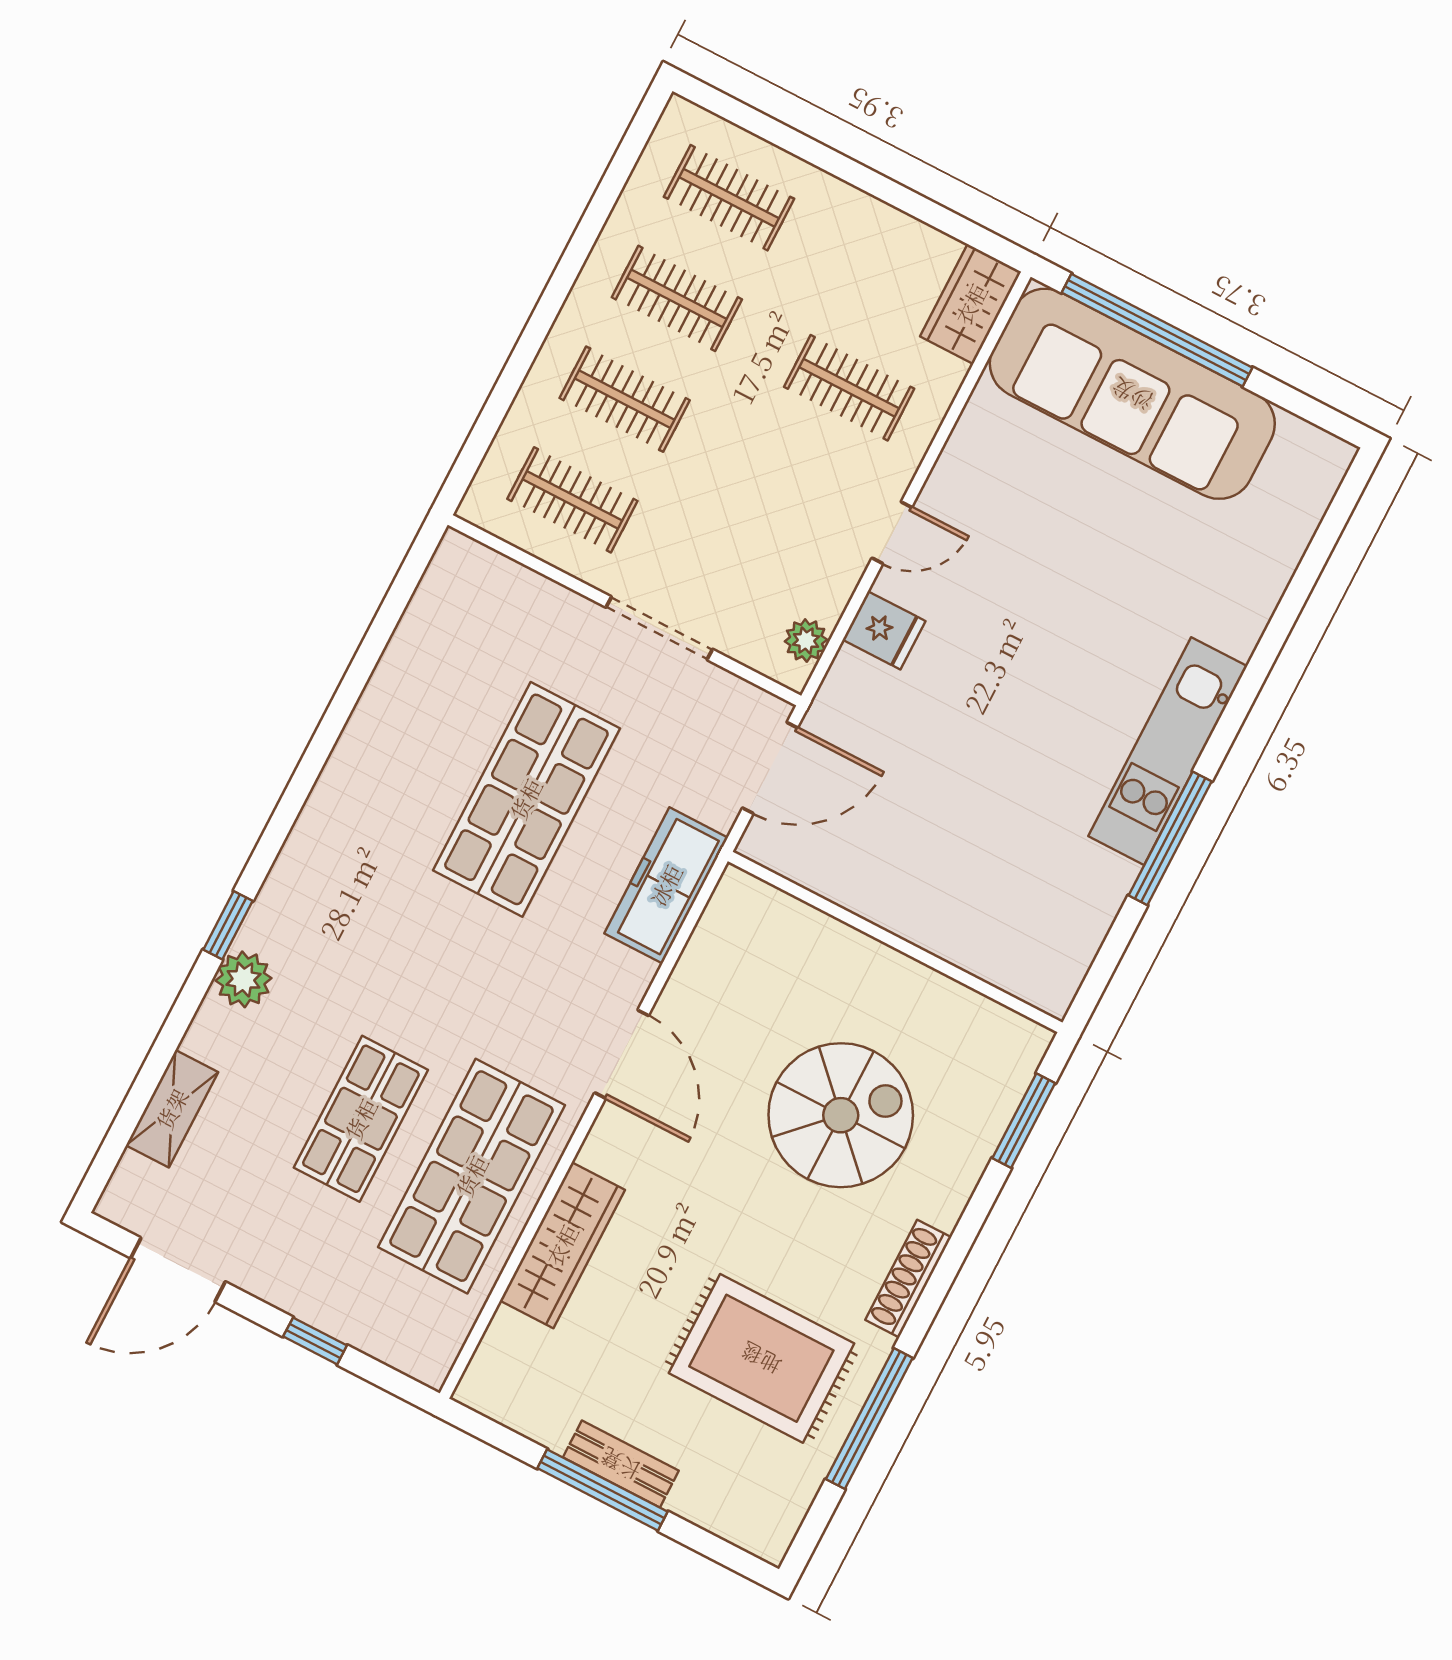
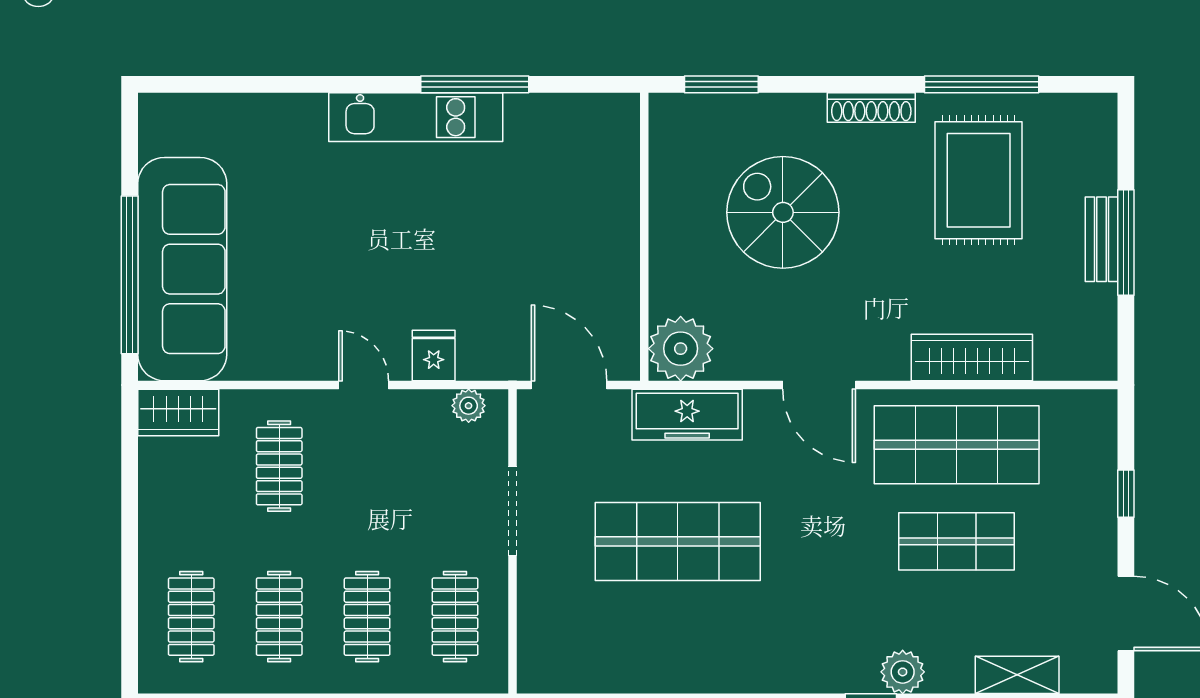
plant: (745, 917) -> (681, 349), added
door: (622, 1054) -> (819, 385), swing flipped

